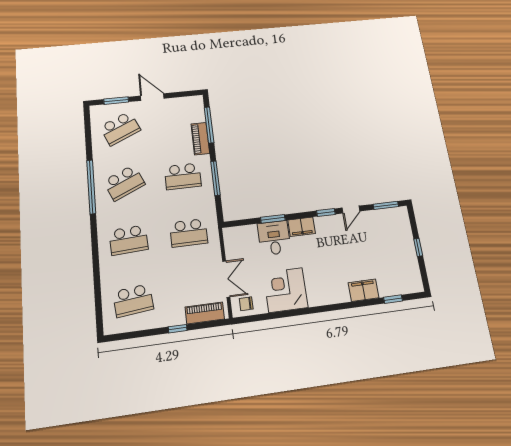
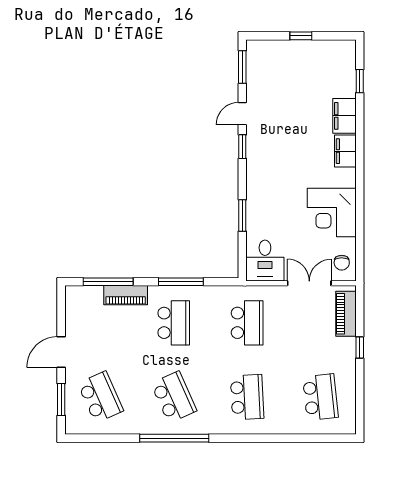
door: (351, 210) -> (242, 114), swing flipped
filing cabinet: (302, 227) -> (345, 151), moved, turned 180
desk: (274, 238) -> (265, 260), moved, turned -90

